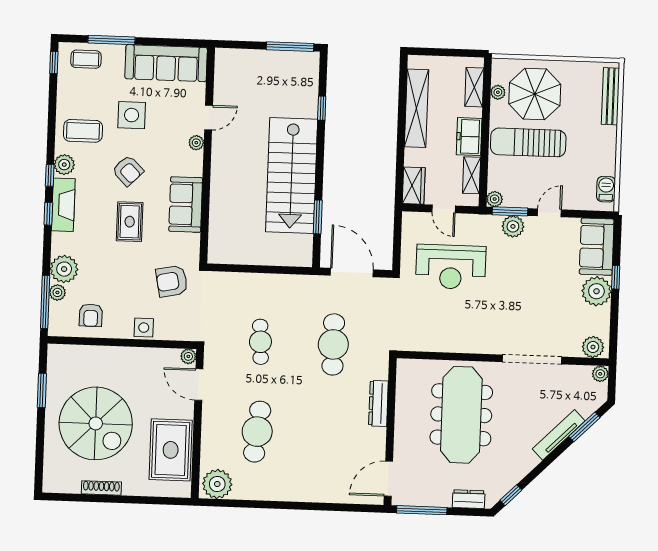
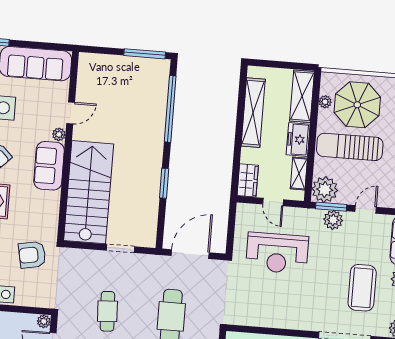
shelving: (474, 87) -> (302, 96), width x1.50, depth x1.33
window: (322, 108) -> (170, 109), width x3.17
stairs: (292, 175) -> (89, 192), moved, turned 180
plant: (495, 199) -> (325, 190), width x1.87, depth x1.87
sofa: (186, 205) -> (49, 166), moved
window: (318, 217) -> (164, 183), moved
doorway: (272, 270) -> (120, 249), added
door: (352, 273) -> (190, 254), hinge flipped
coffee table: (549, 302) -> (362, 288), added

